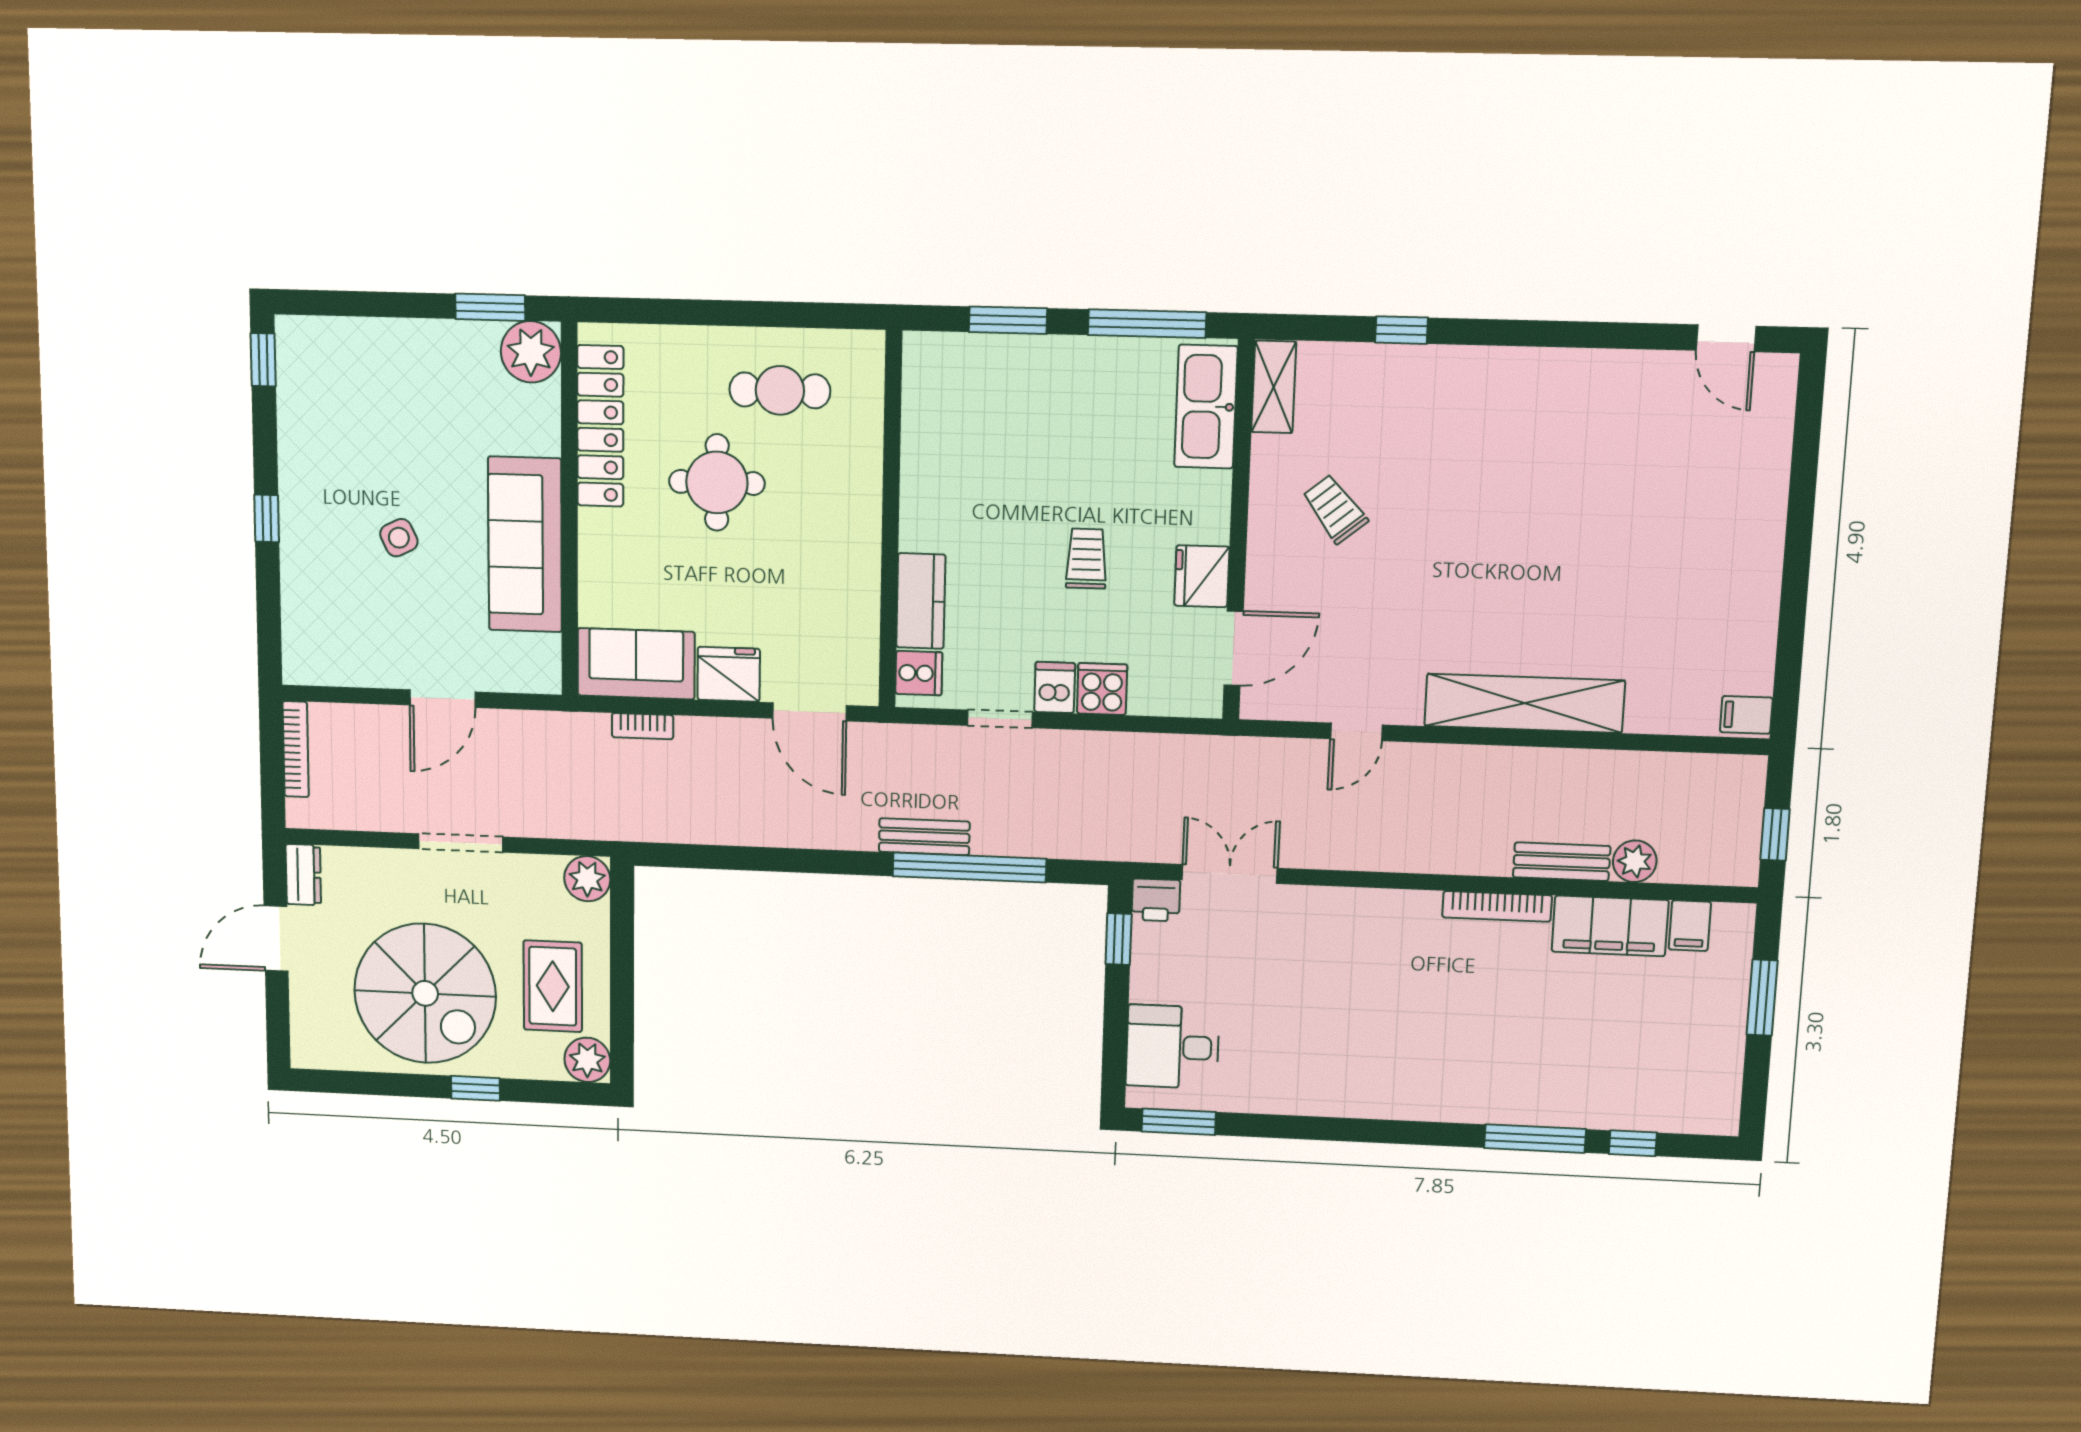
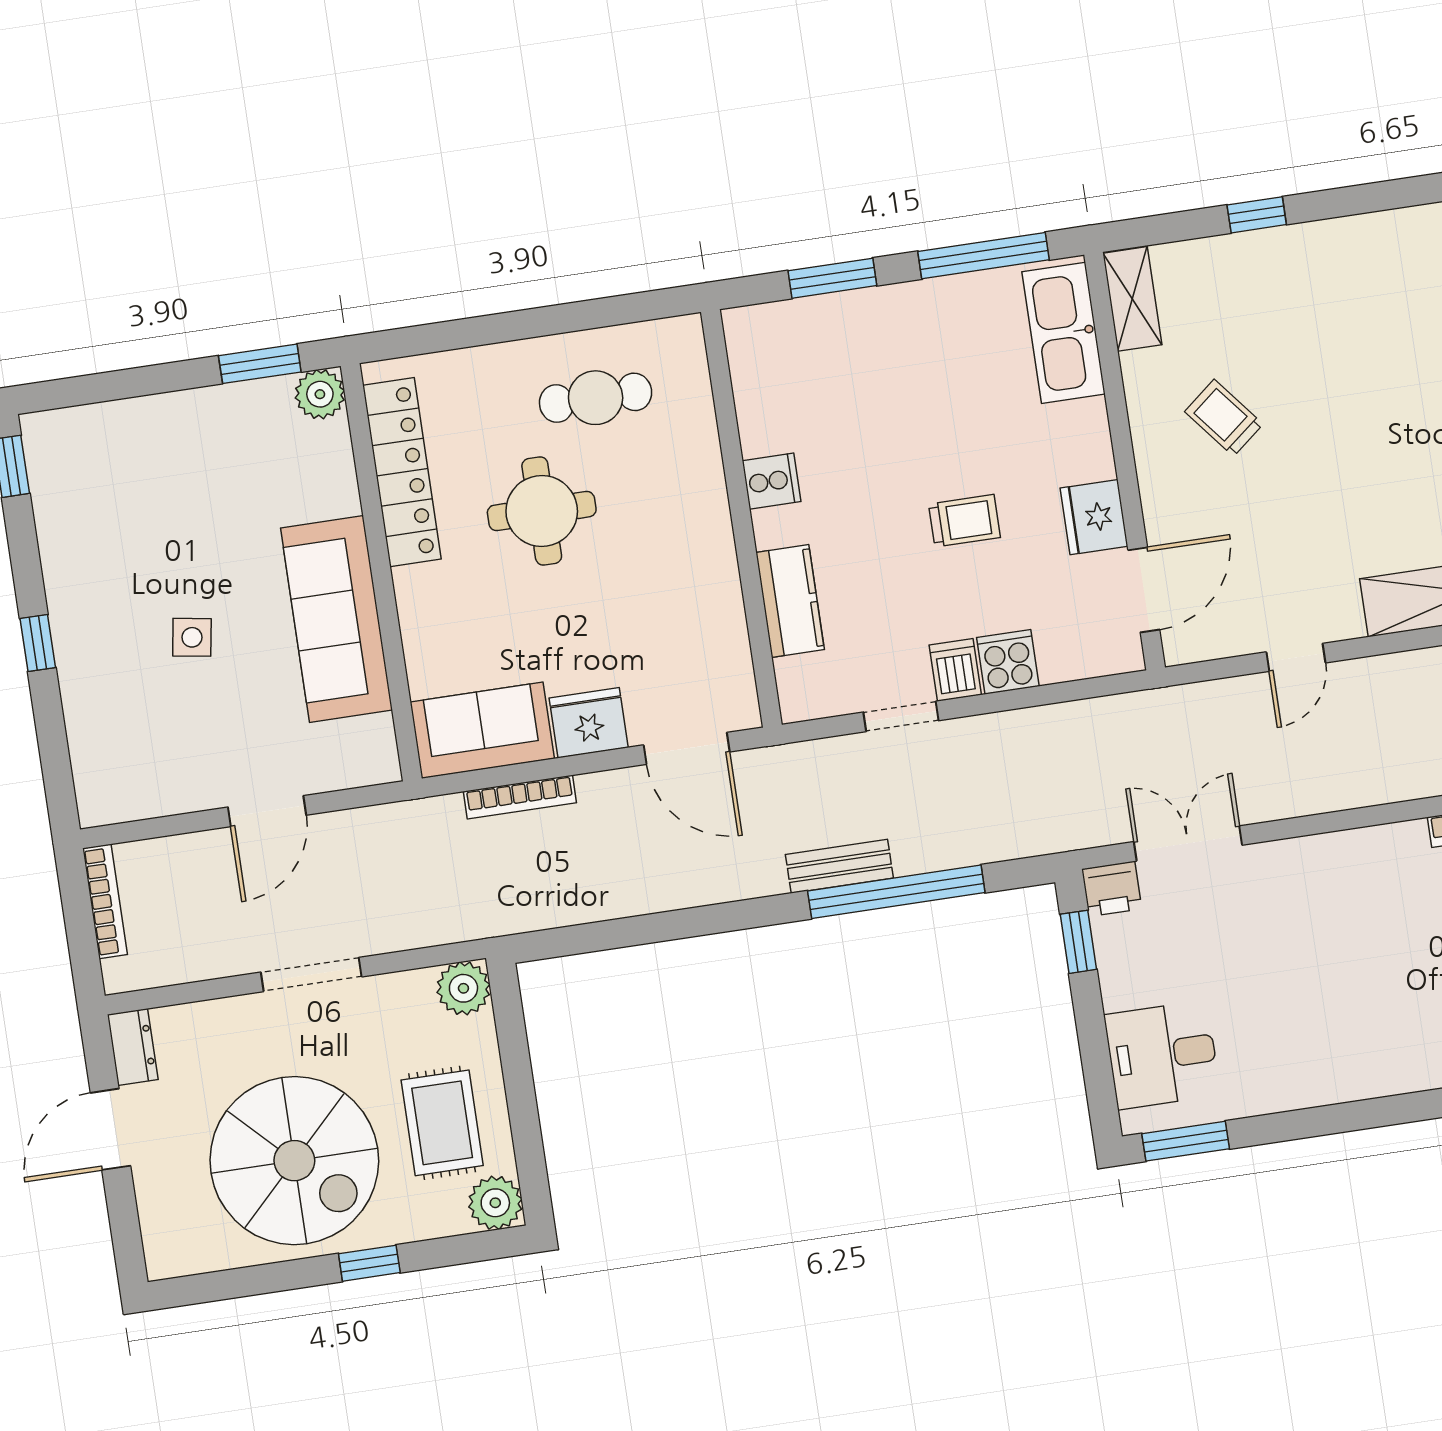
plant: (531, 352) -> (320, 394), width x0.73, depth x0.73
side table: (399, 538) -> (192, 637), turned 35
trolley: (1086, 559) -> (964, 521), turned 90
cooker: (919, 673) -> (772, 481), moved
bookcase: (643, 726) -> (520, 797), width x1.56

